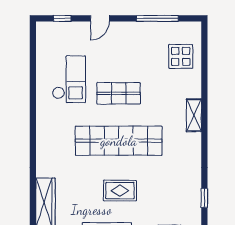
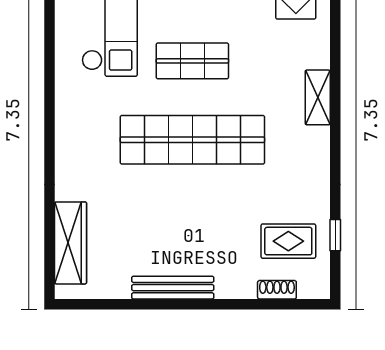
rug: (120, 191) -> (288, 241), moved

